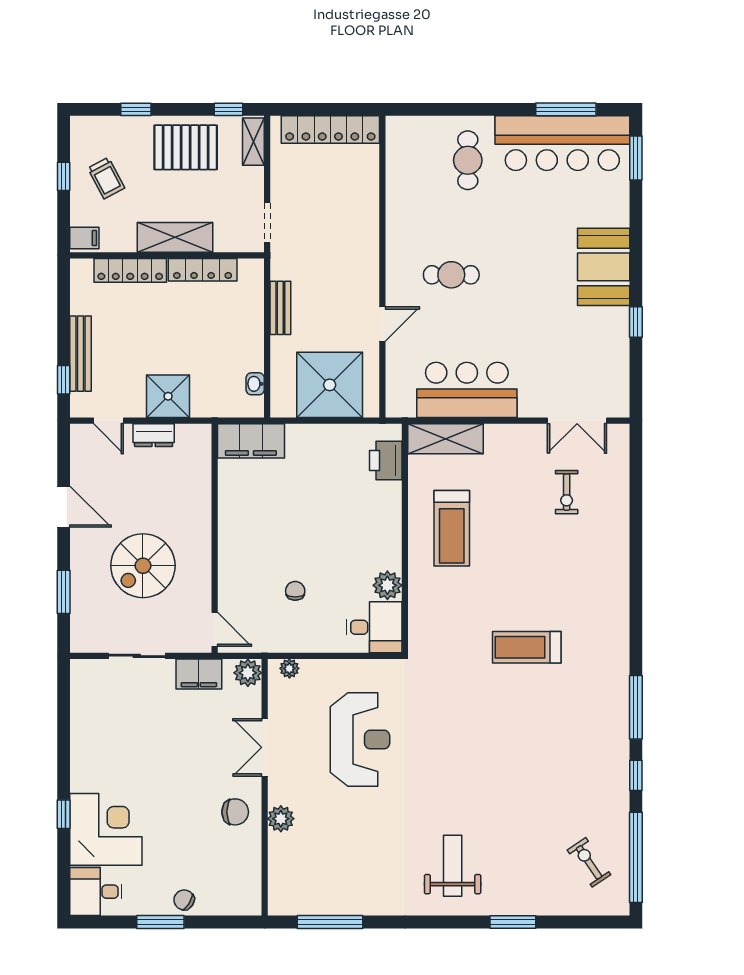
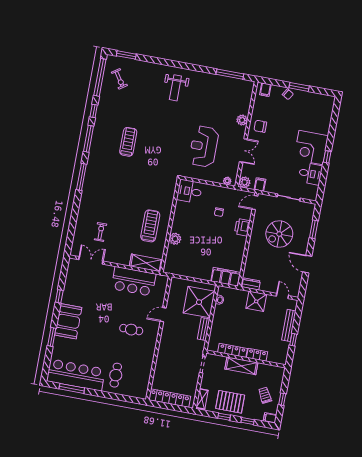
window: (229, 109) -> (224, 417), moved
window: (636, 158) -> (52, 337), moved
filing cabinet: (84, 238) -> (270, 418), moved
locker: (130, 270) -> (257, 355), width x0.66
window: (64, 380) -> (293, 340), moved
shower: (330, 385) -> (199, 302), moved
dresser: (154, 435) -> (251, 284), moved
printer: (386, 460) -> (242, 227), moved, turned 180
spiral stairs: (143, 566) -> (279, 234), turned 180
plant: (387, 585) -> (175, 239), moved
window: (636, 614) -> (81, 177), added
door: (215, 629) -> (255, 203), hinge flipped
treadmill: (527, 647) -> (128, 142), moved, turned -90
filing cabinet: (199, 674) -> (260, 185), width x0.50
window: (64, 814) -> (327, 157), moved
corner desk: (106, 829) -> (311, 148), moved
desk: (96, 892) -> (310, 174), moved
filing cabinet: (239, 901) -> (265, 90), added
window: (513, 922) -> (126, 55), moved

